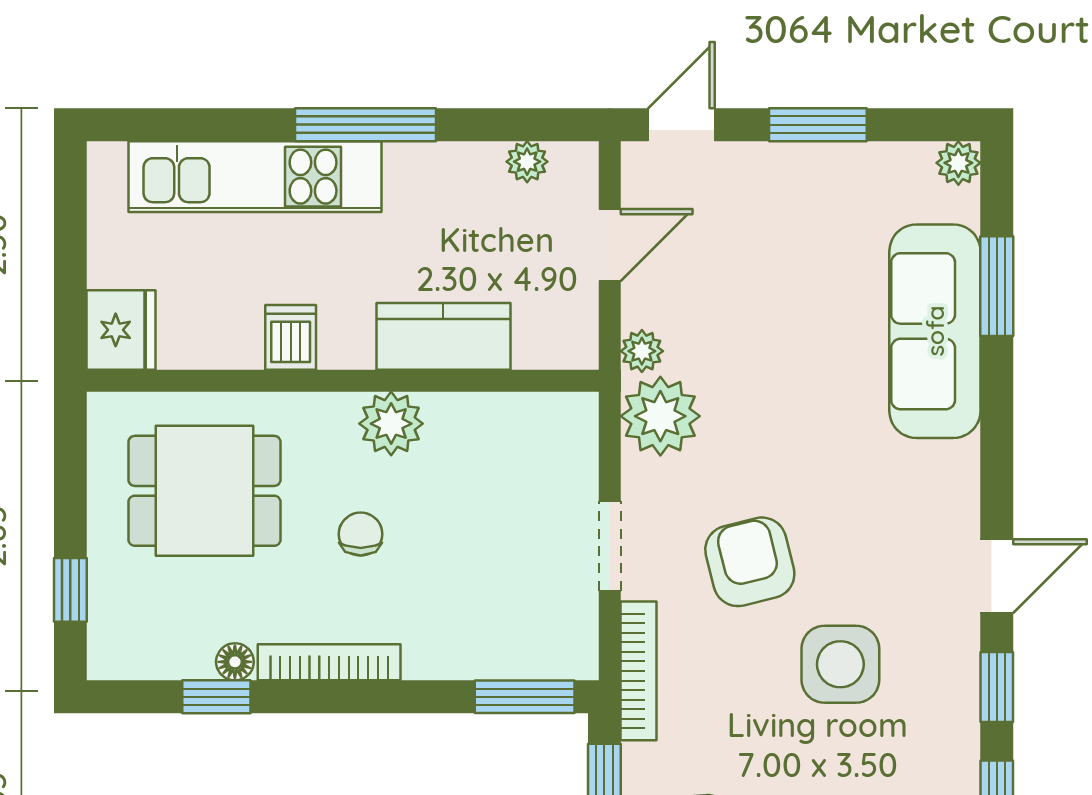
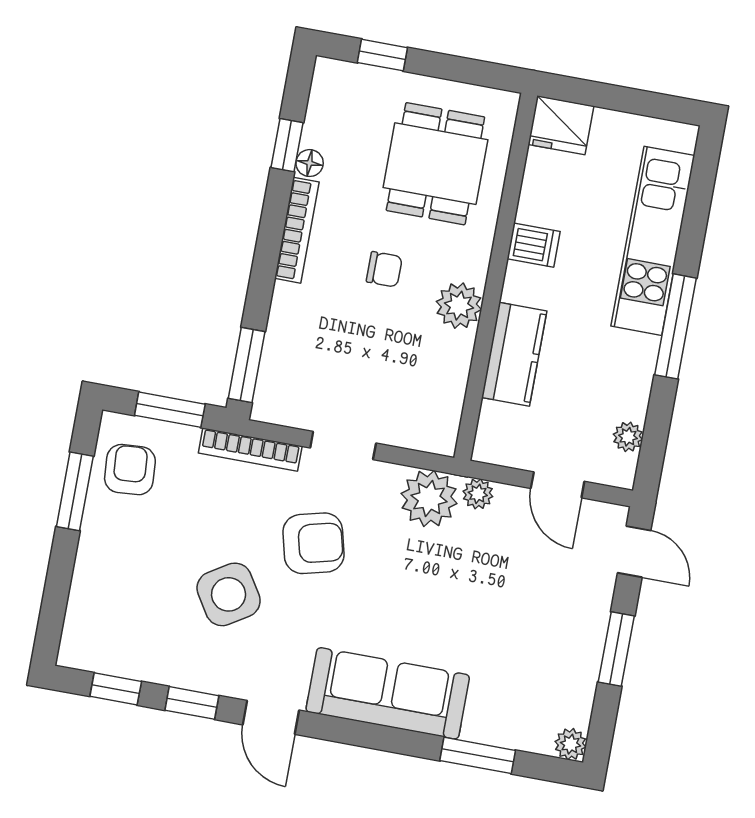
sofa: (935, 331) -> (388, 693), moved
side table: (840, 664) -> (229, 594), turned -32

